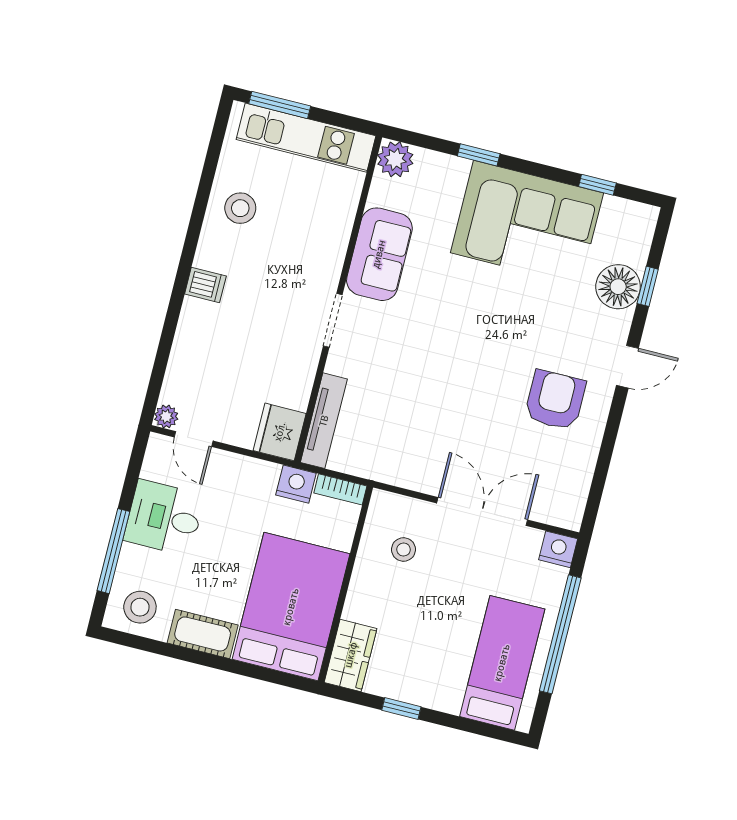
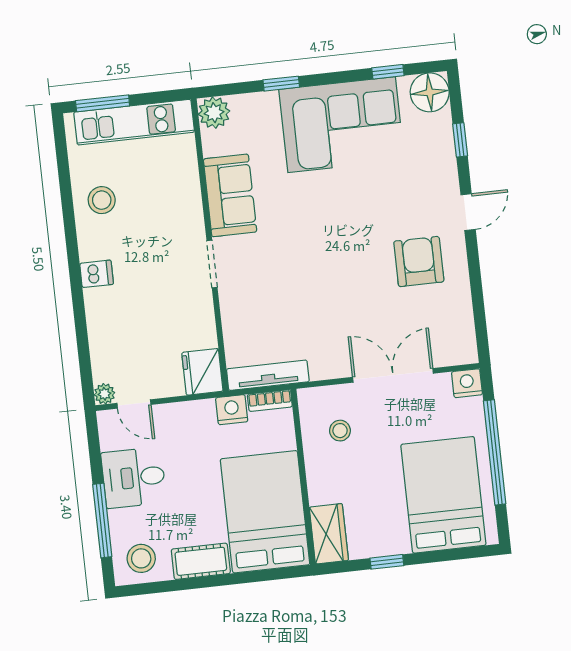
floor lamp: (618, 287) -> (430, 92), moved
tv unit: (324, 421) -> (268, 375), moved, turned -90
bed: (502, 663) -> (443, 495), width x1.50

